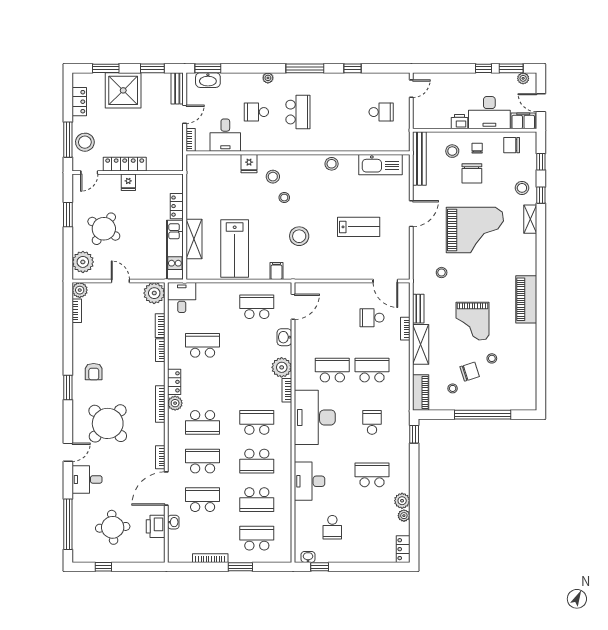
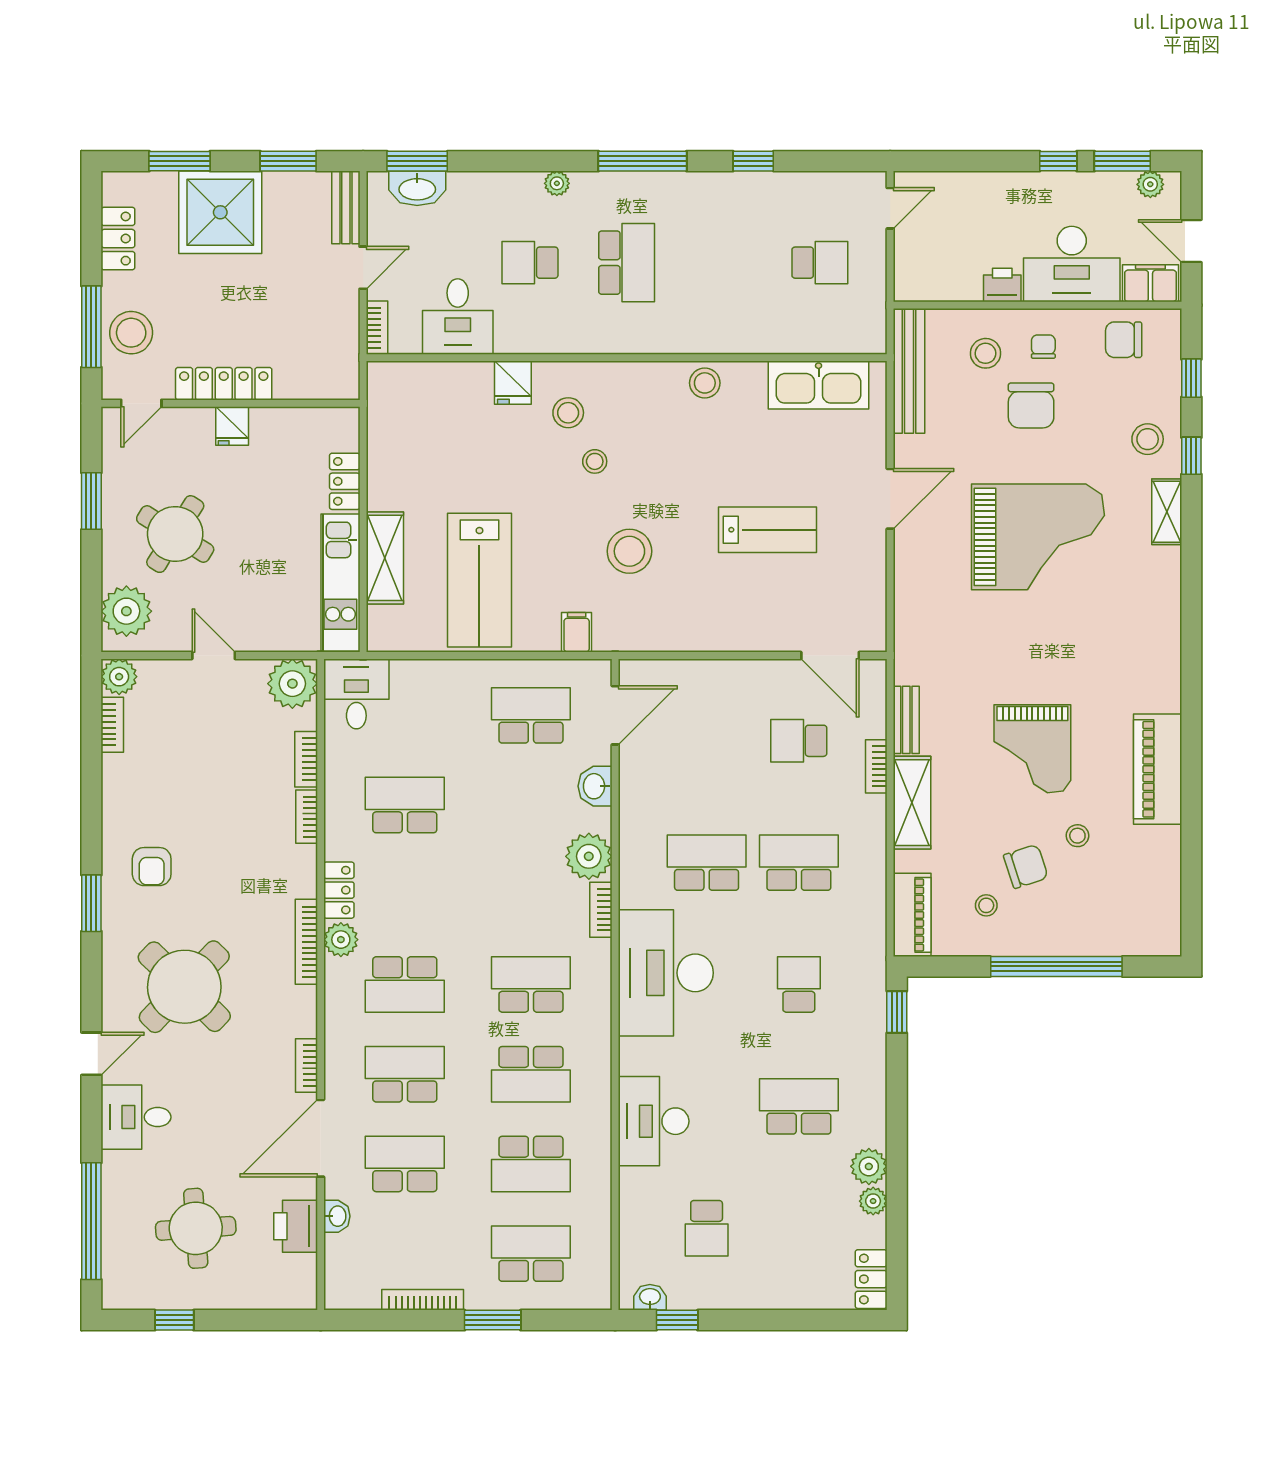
stool: (442, 273) -> (960, 636), removed
piano: (526, 299) -> (1158, 769), moved

